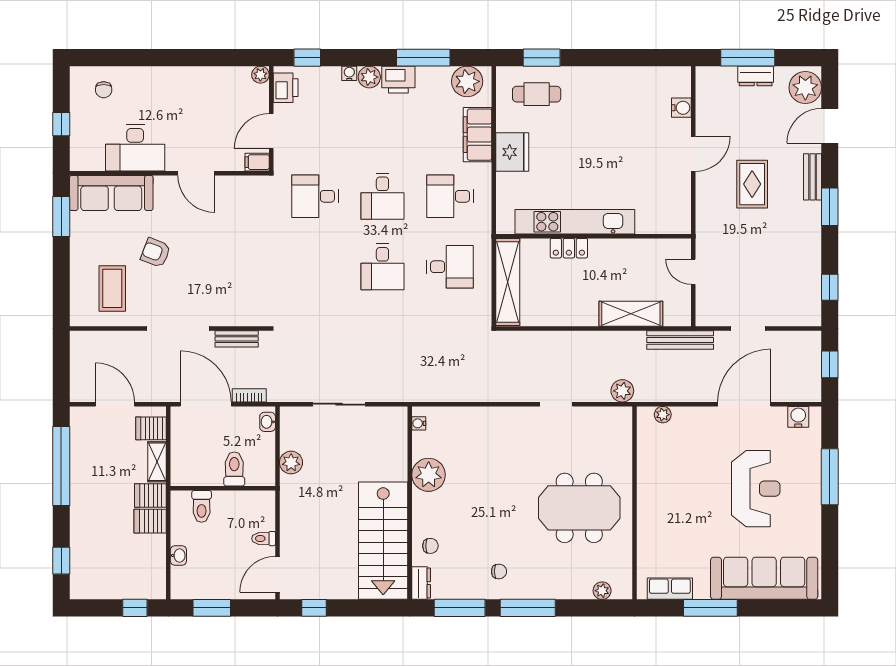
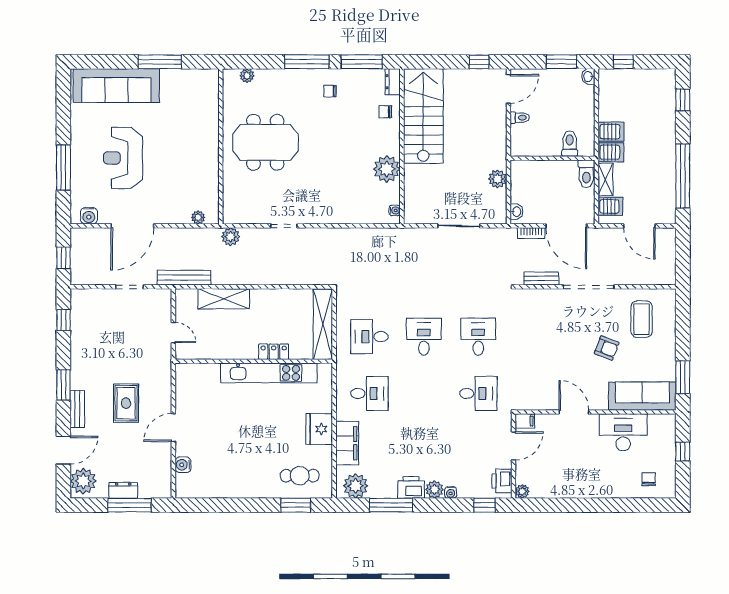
desk: (382, 196) -> (478, 337), moved
toilet: (234, 469) -> (586, 174), moved
washbasin: (178, 555) -> (588, 77), moved
row of seats: (670, 589) -> (192, 77), removed

